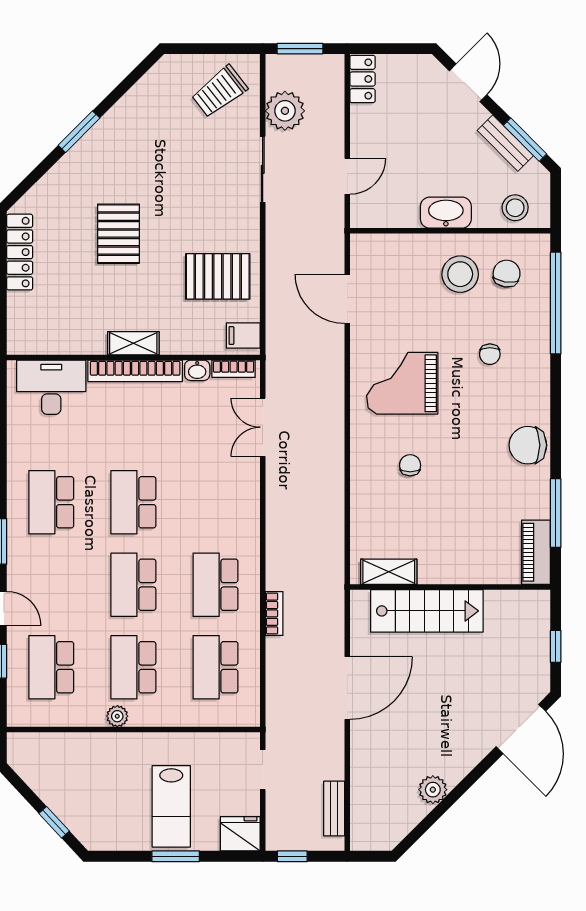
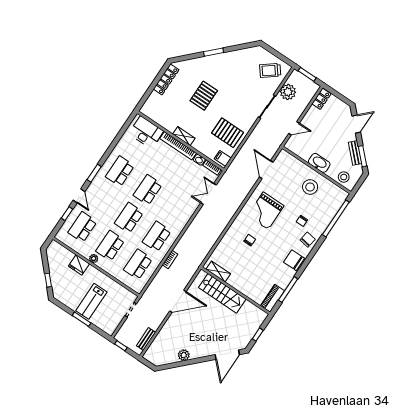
chair: (507, 274) -> (308, 240), moved
grand piano: (402, 383) -> (266, 211), turned -90
fridge: (240, 834) -> (79, 265), moved, turned 180

